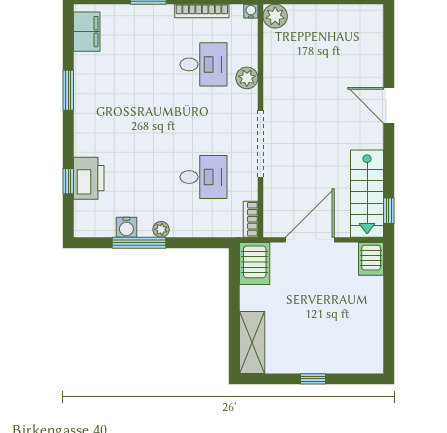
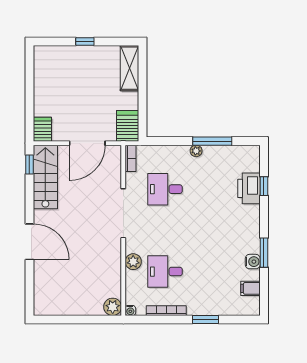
filing cabinet: (87, 32) -> (250, 288), width x0.50
door: (389, 105) -> (29, 242), width x1.36
water cooler: (126, 227) -> (253, 262), moved, turned 90

